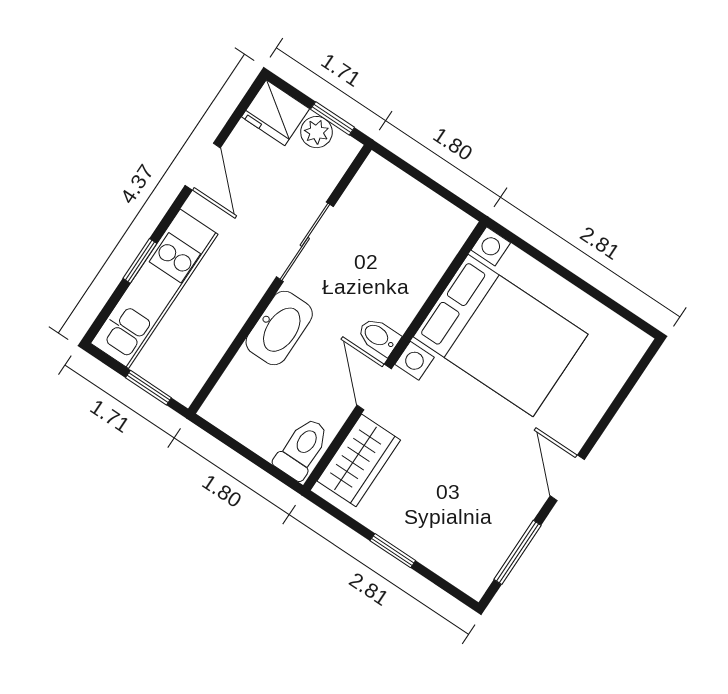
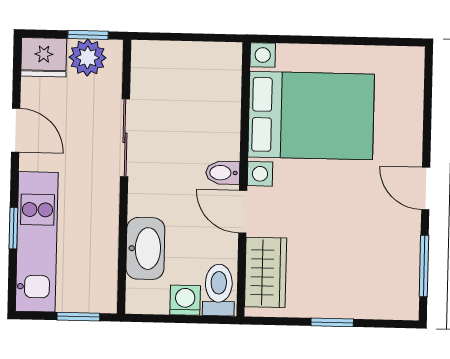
plant: (316, 132) -> (88, 58), width x1.38, depth x1.38
washbasin: (279, 328) -> (145, 248), moved
washing machine: (263, 438) -> (185, 300), added

